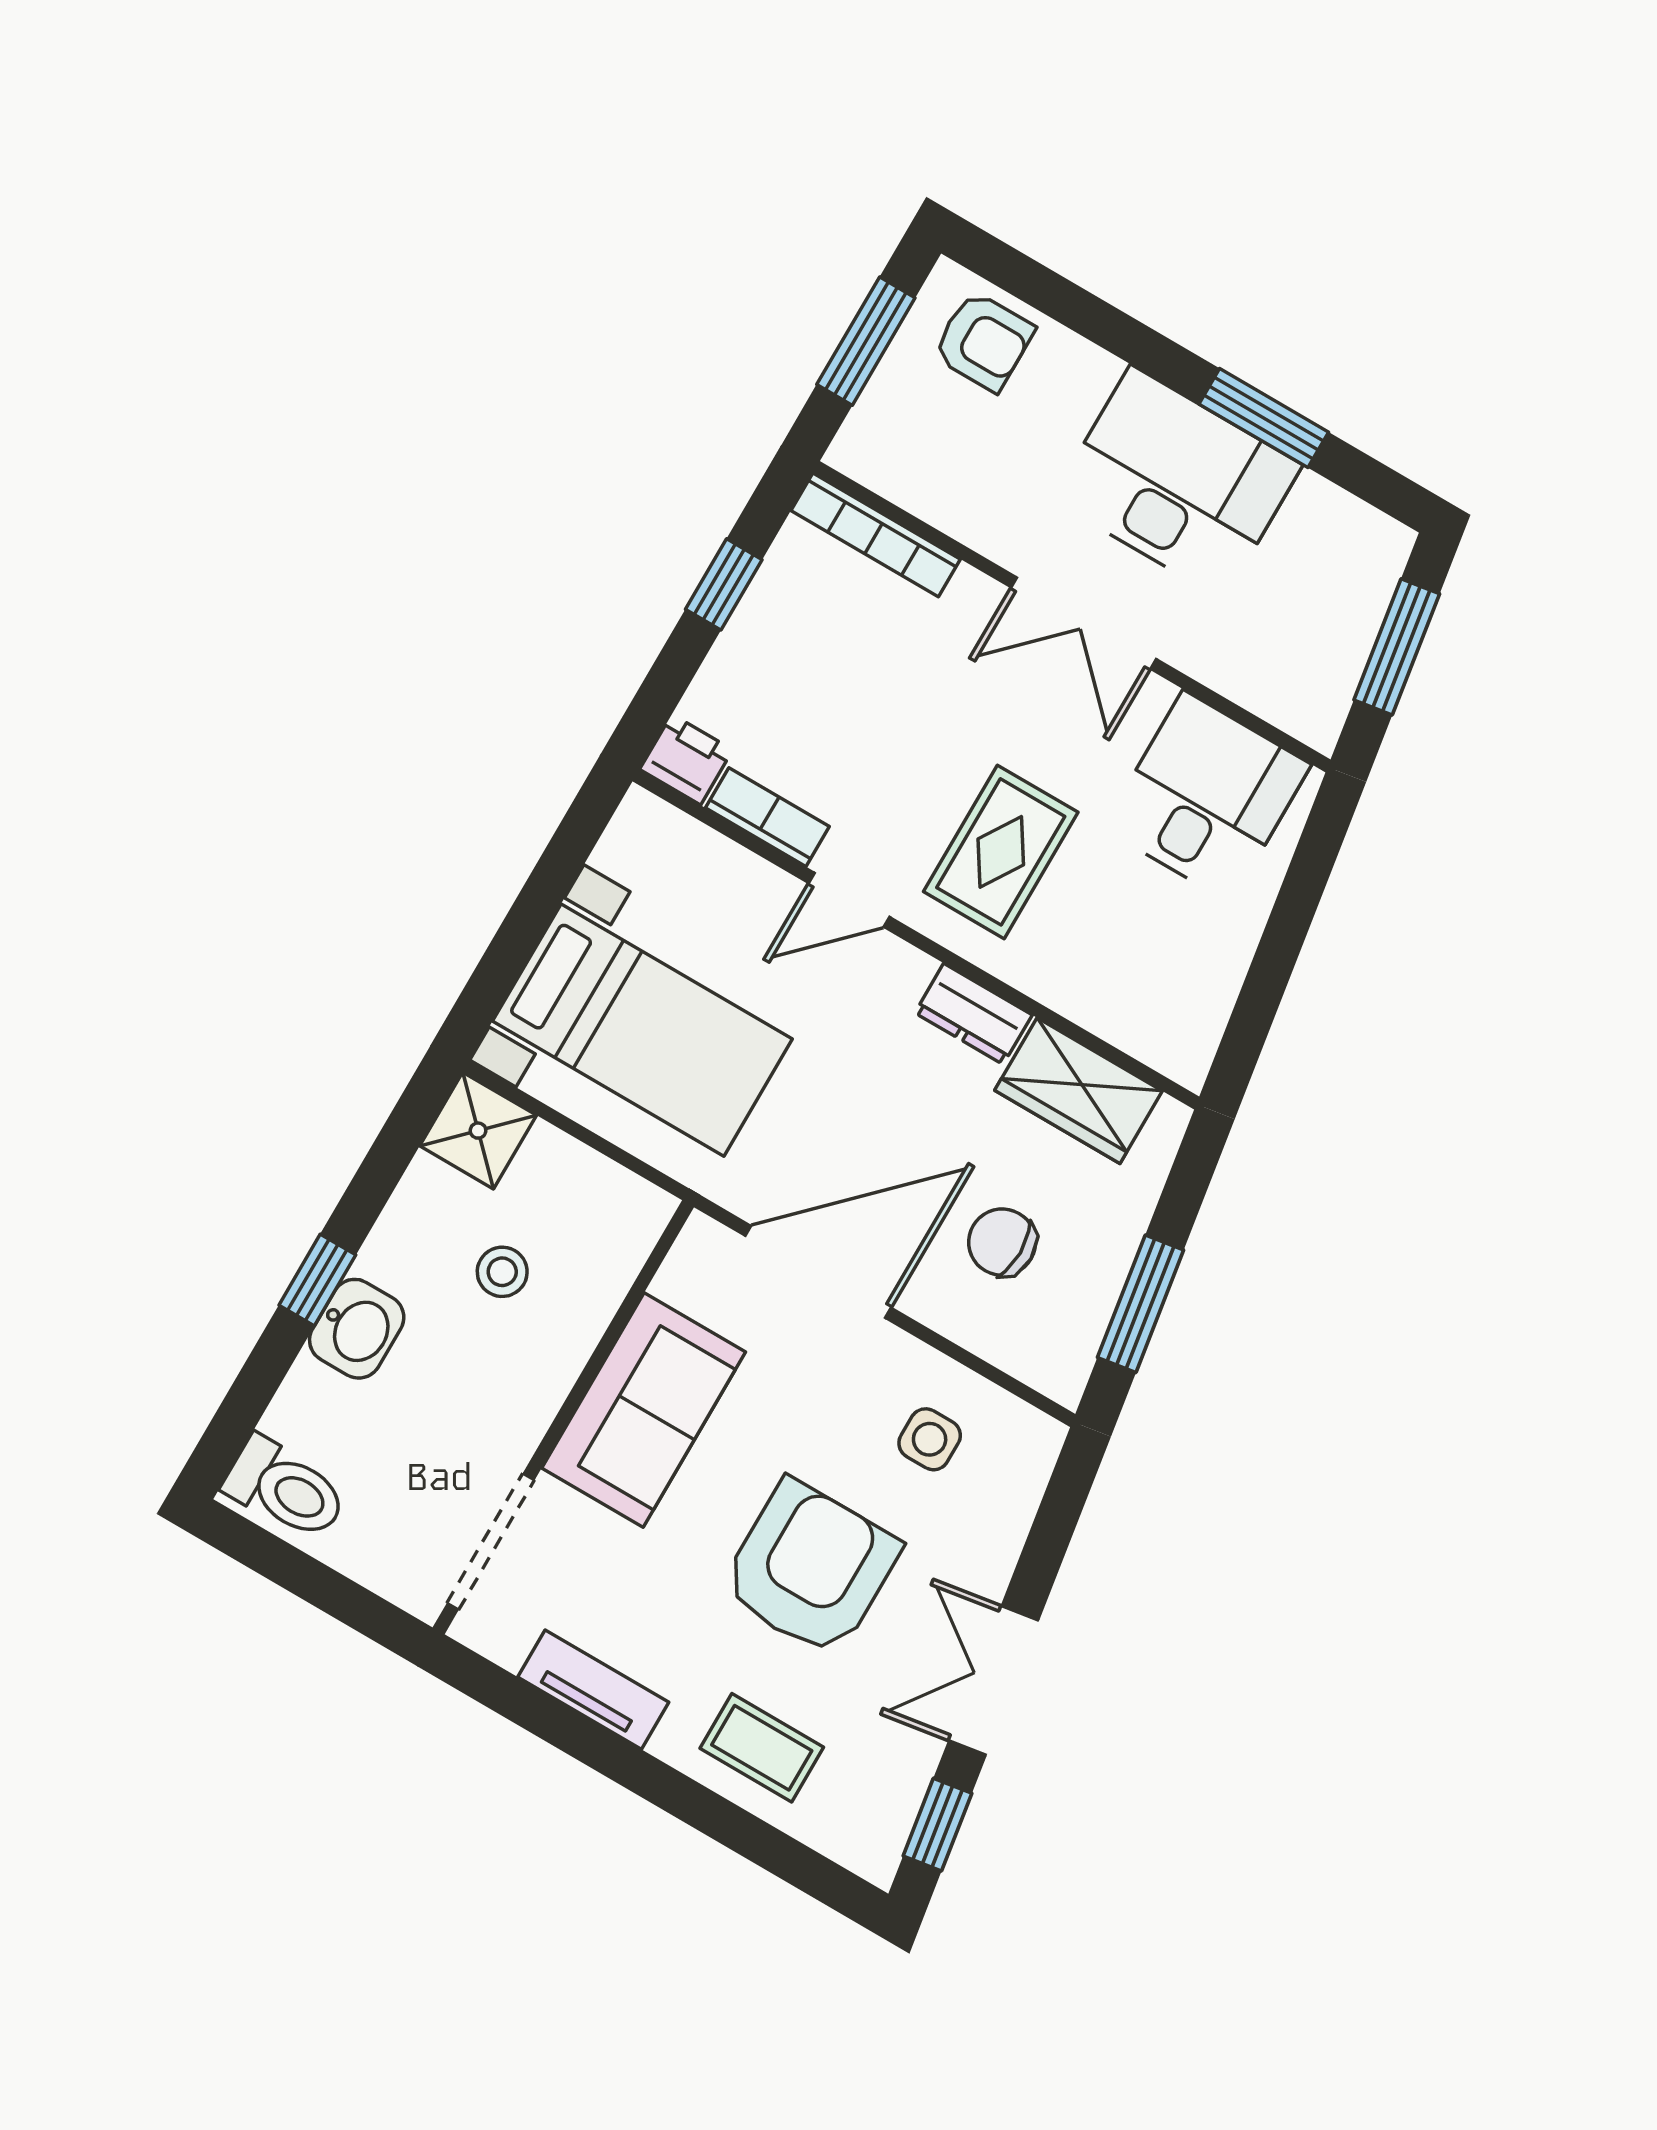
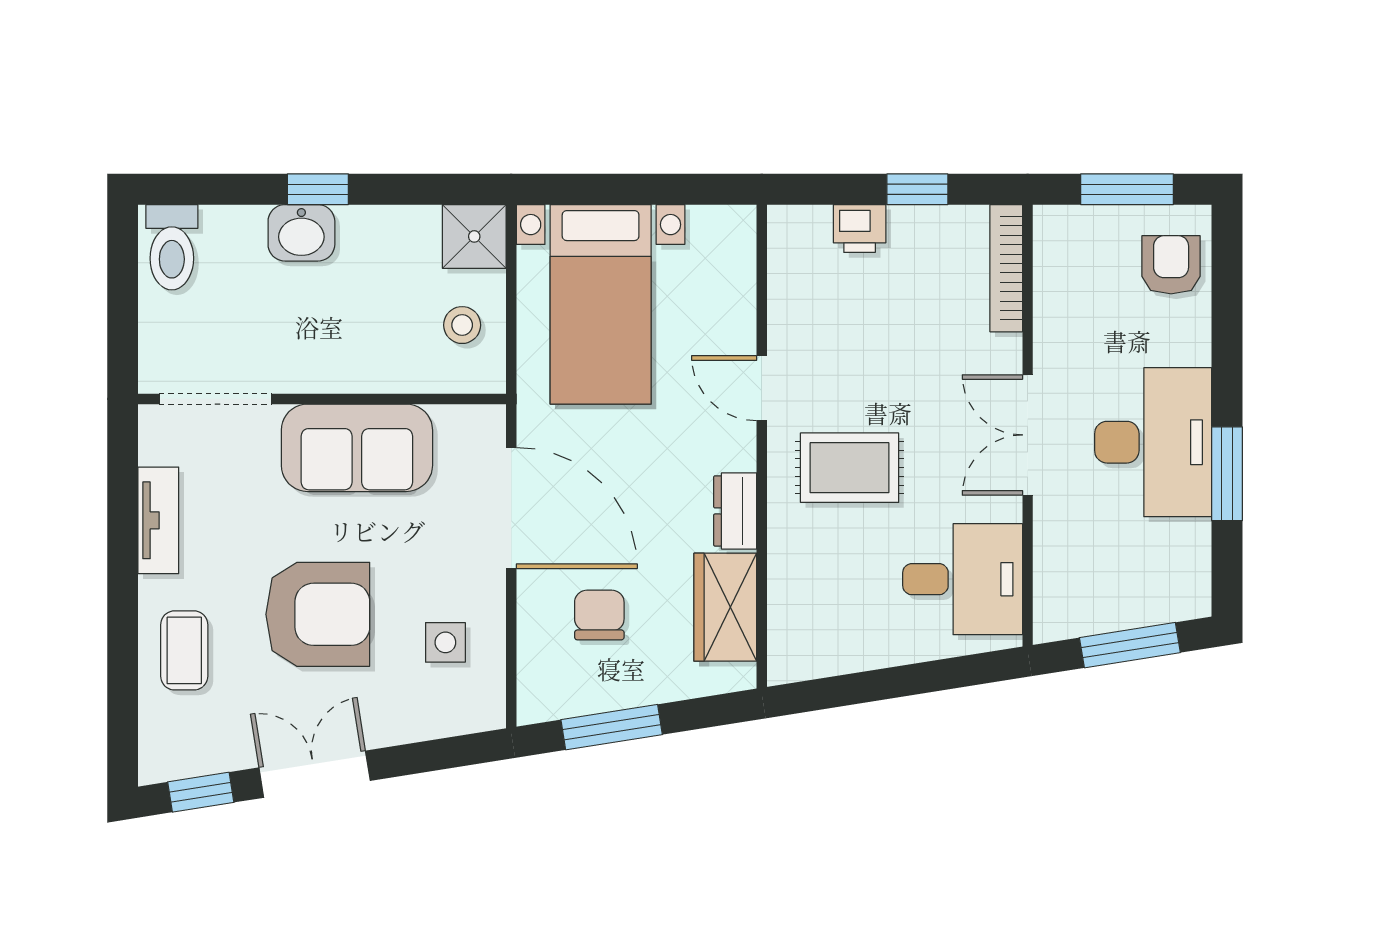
armchair: (983, 341) -> (1171, 265), turned 180
printer: (686, 760) -> (860, 229), moved, turned 90
bookcase: (767, 817) -> (784, 305), removed
stool: (502, 1272) -> (462, 325), moved

